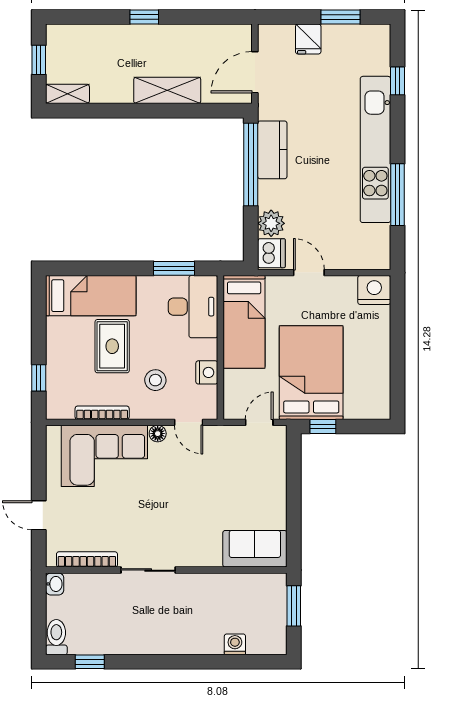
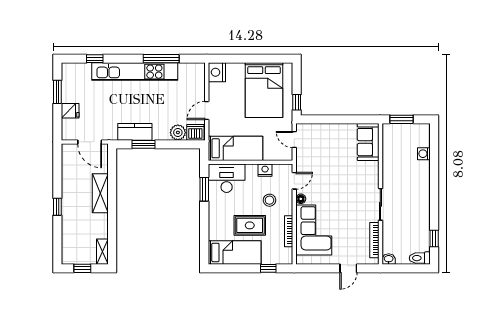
window: (251, 164) -> (144, 144), width x0.47
bed: (91, 296) -> (235, 252), moved, turned 90
bed: (311, 373) -> (264, 90), moved, turned -90

